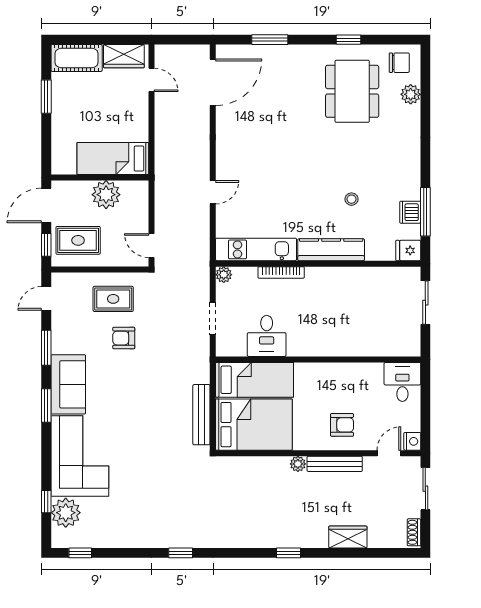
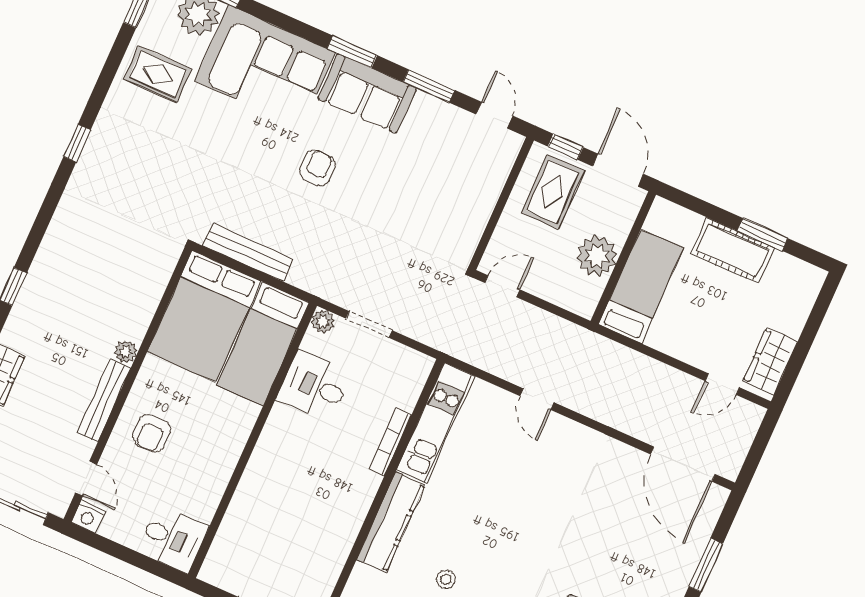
cot: (77, 58) -> (733, 250), moved, turned 90
plant: (224, 275) -> (323, 321), moved
rug: (113, 299) -> (158, 74), moved, turned 90
armchair: (124, 338) -> (317, 168), moved

